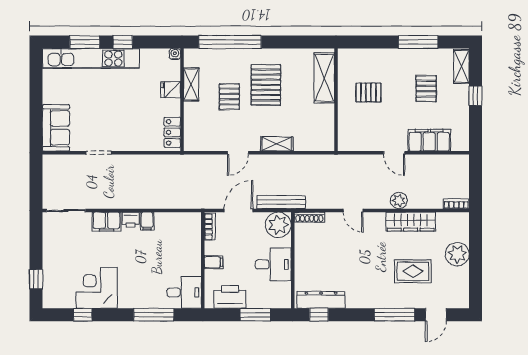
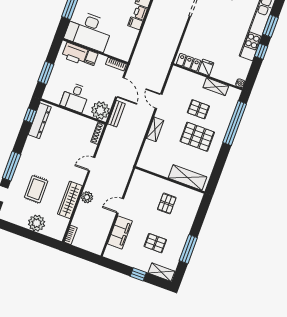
fridge: (171, 90) -> (206, 67), moved
bench: (281, 202) -> (116, 114), width x0.73
desk: (184, 292) -> (89, 31), width x1.87, depth x1.30
printer: (230, 297) -> (75, 54), moved, turned 90

